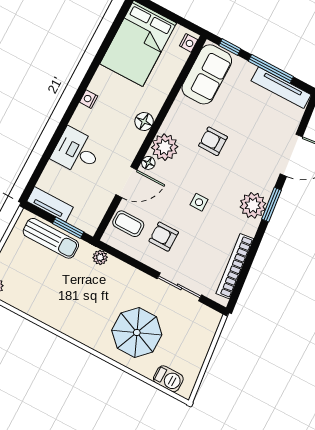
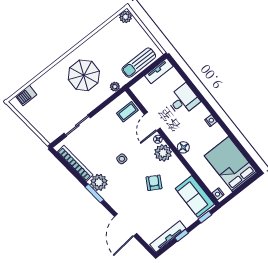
window: (271, 69) -> (182, 235), width x0.46
armchair: (213, 141) -> (154, 183), turned -60
plant: (253, 205) -> (99, 182), moved
window: (271, 205) -> (94, 193), moved
window: (68, 228) -> (141, 75), removed
armchair: (164, 237) -> (111, 129), removed
parasol: (137, 332) -> (84, 75), moved

